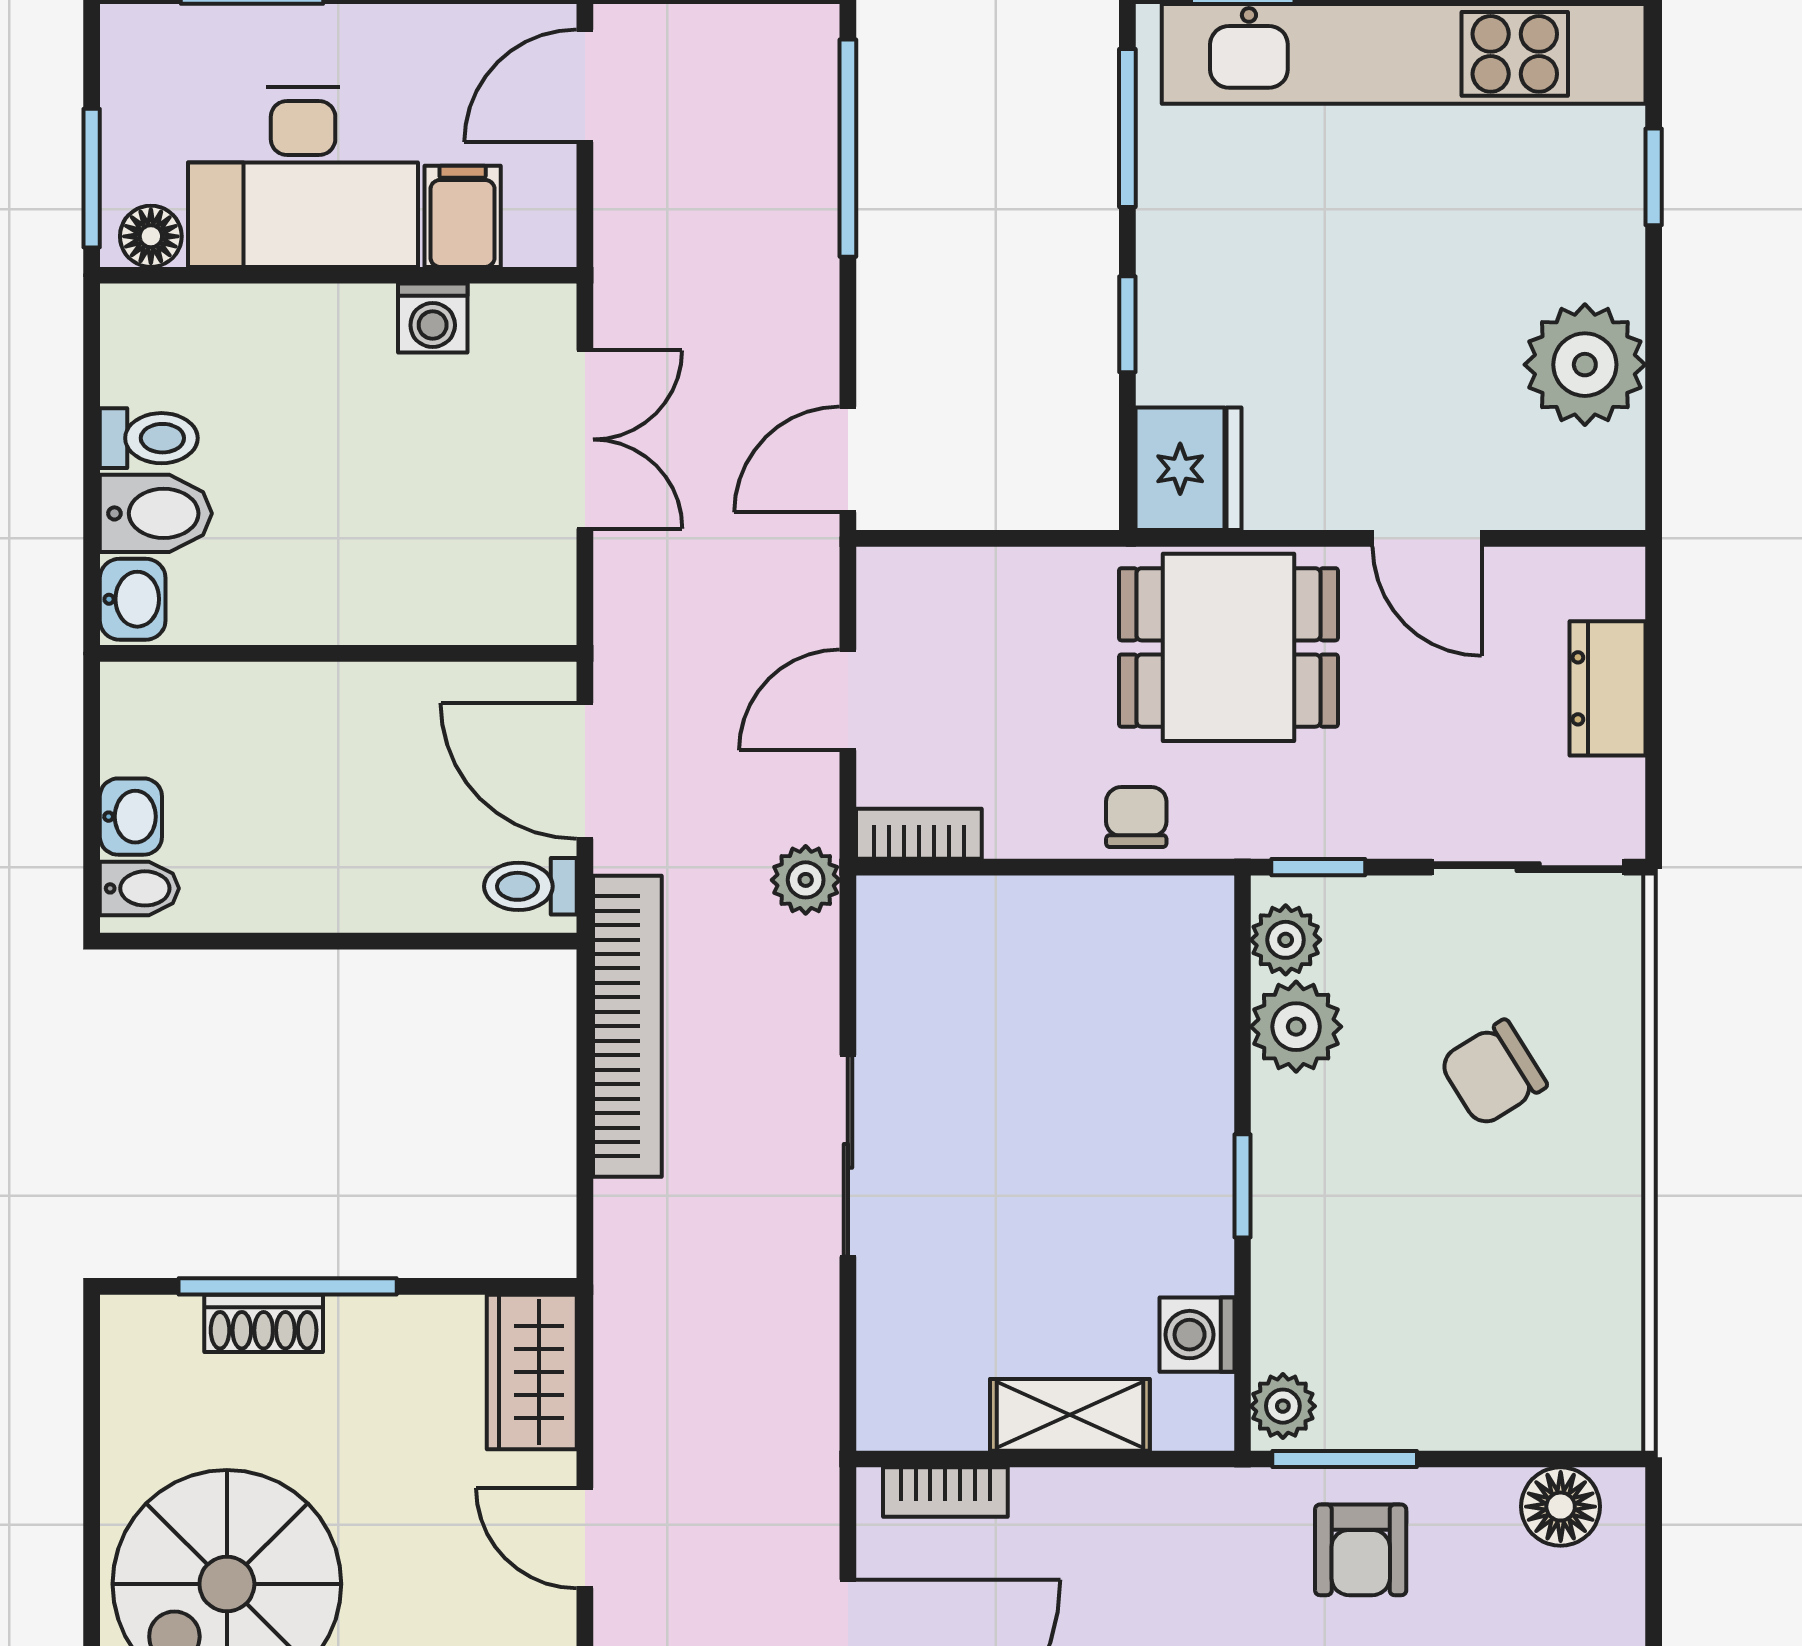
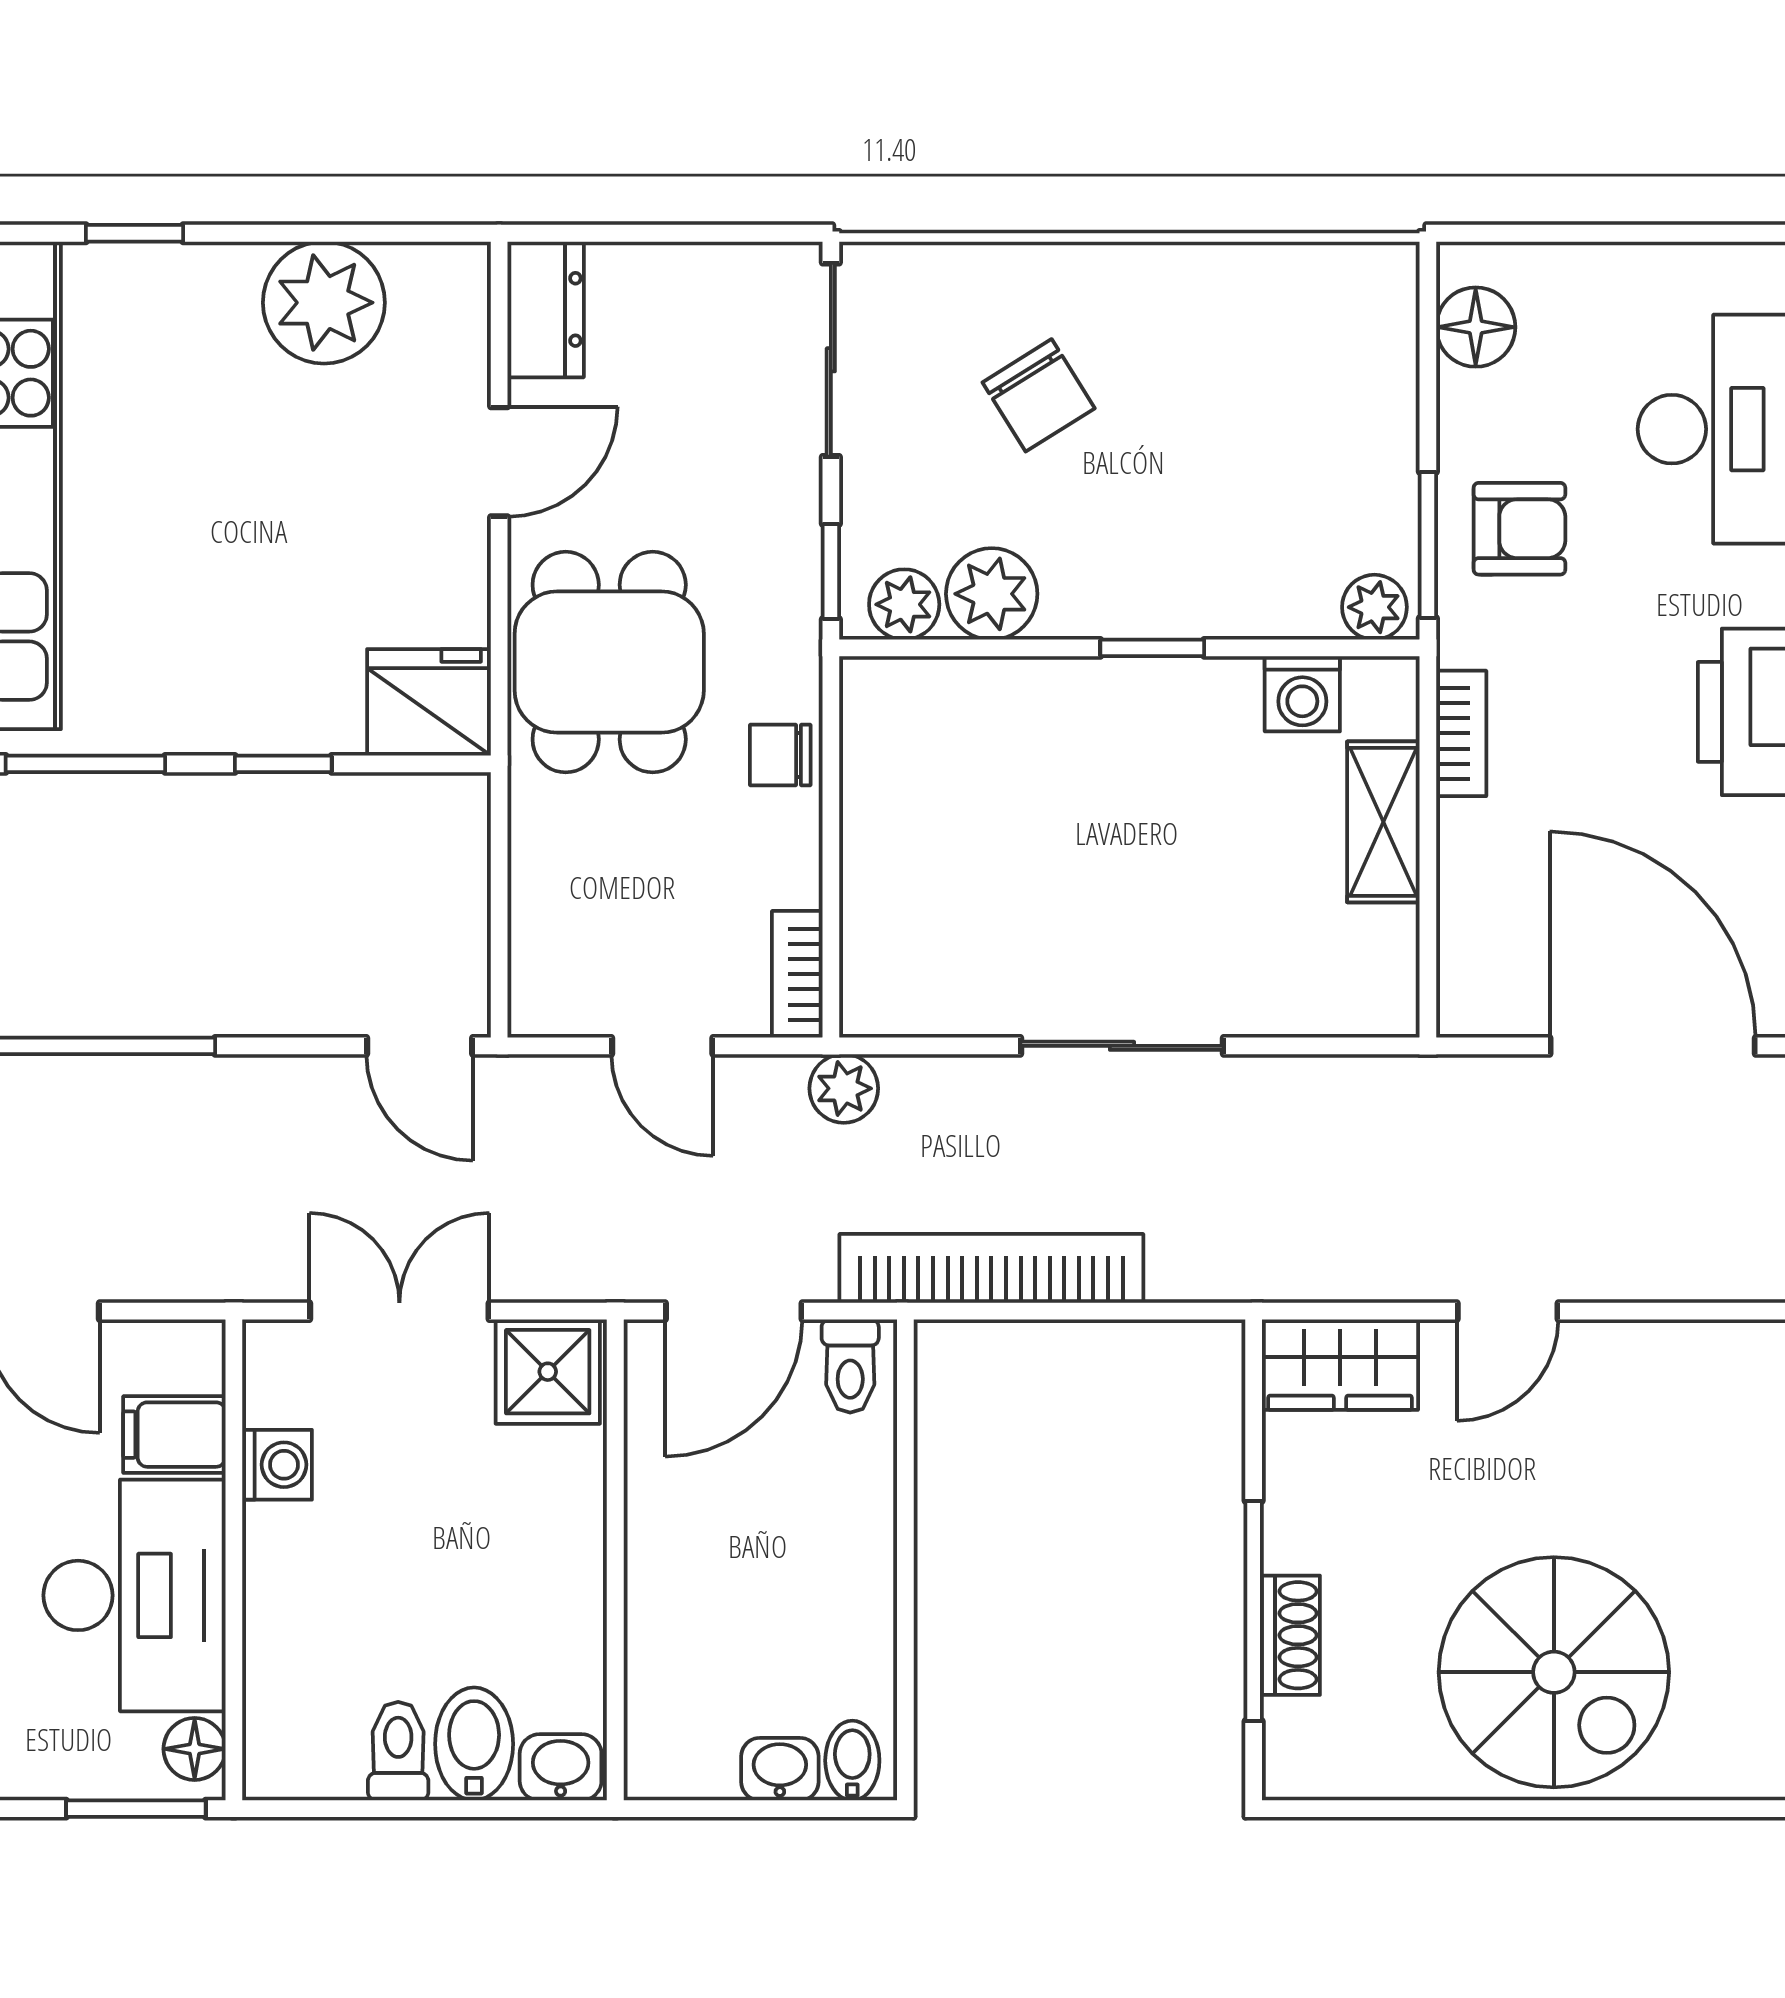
shower: (525, 586) -> (548, 1372), added
dresser: (1607, 688) -> (546, 309), moved, turned -90
bookcase: (945, 1492) -> (1461, 733), moved

